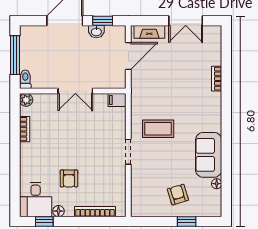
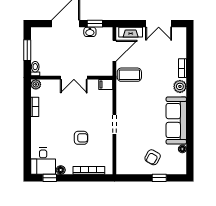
window: (15, 55) -> (27, 50), width x0.69
plant: (213, 102) -> (180, 86), added
coffee table: (158, 129) -> (129, 75), moved
sofa: (209, 155) -> (176, 121), width x1.36
armchair: (69, 178) -> (81, 138), moved, turned -90
armchair: (178, 195) -> (153, 157), turned -134

